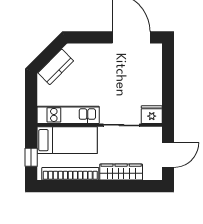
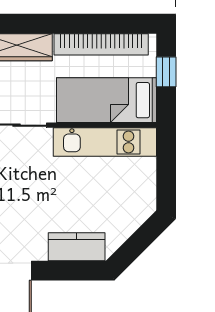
kitchen counter: (56, 67) -> (77, 247), moved, turned 45

